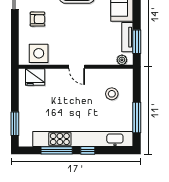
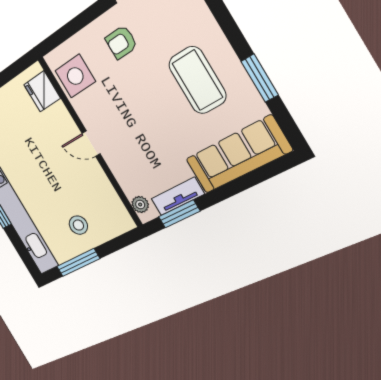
armchair: (38, 19) -> (121, 42), turned 90
door: (77, 67) -> (91, 144), hinge flipped
stool: (112, 94) -> (78, 225), moved

